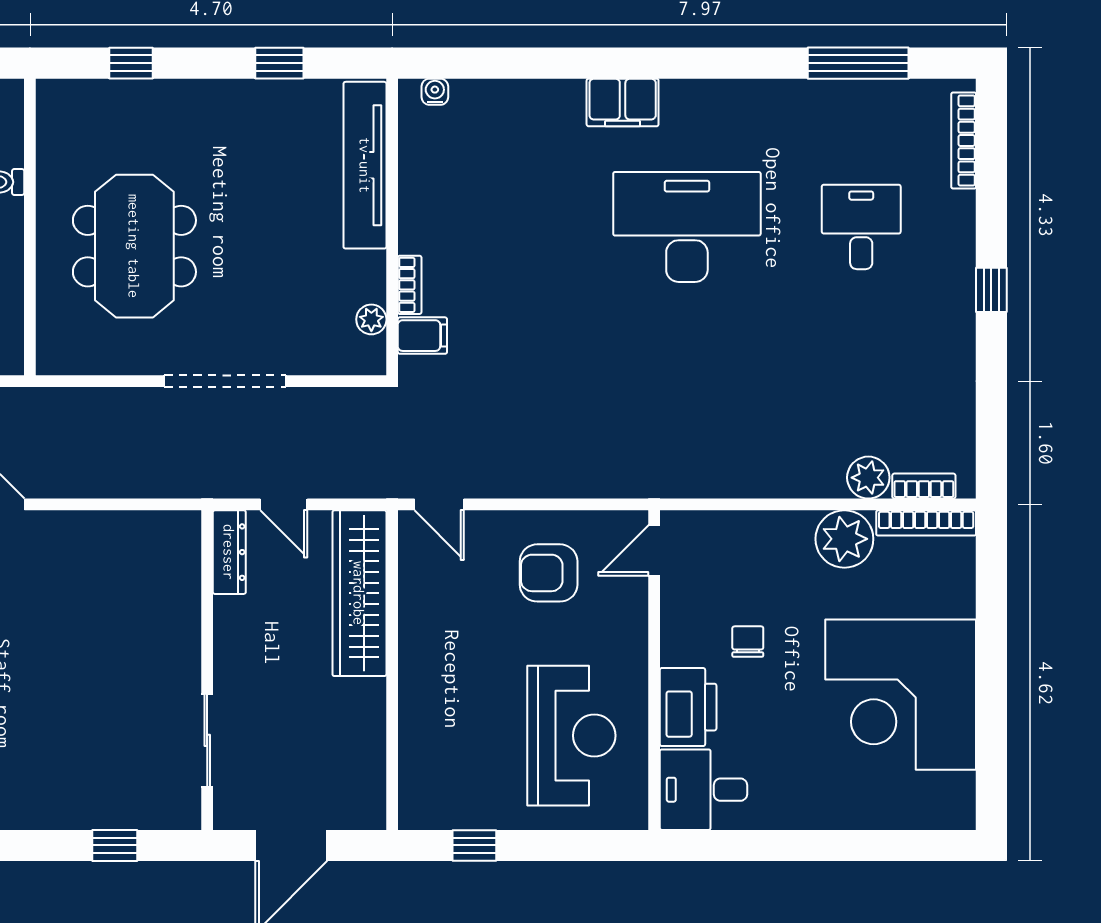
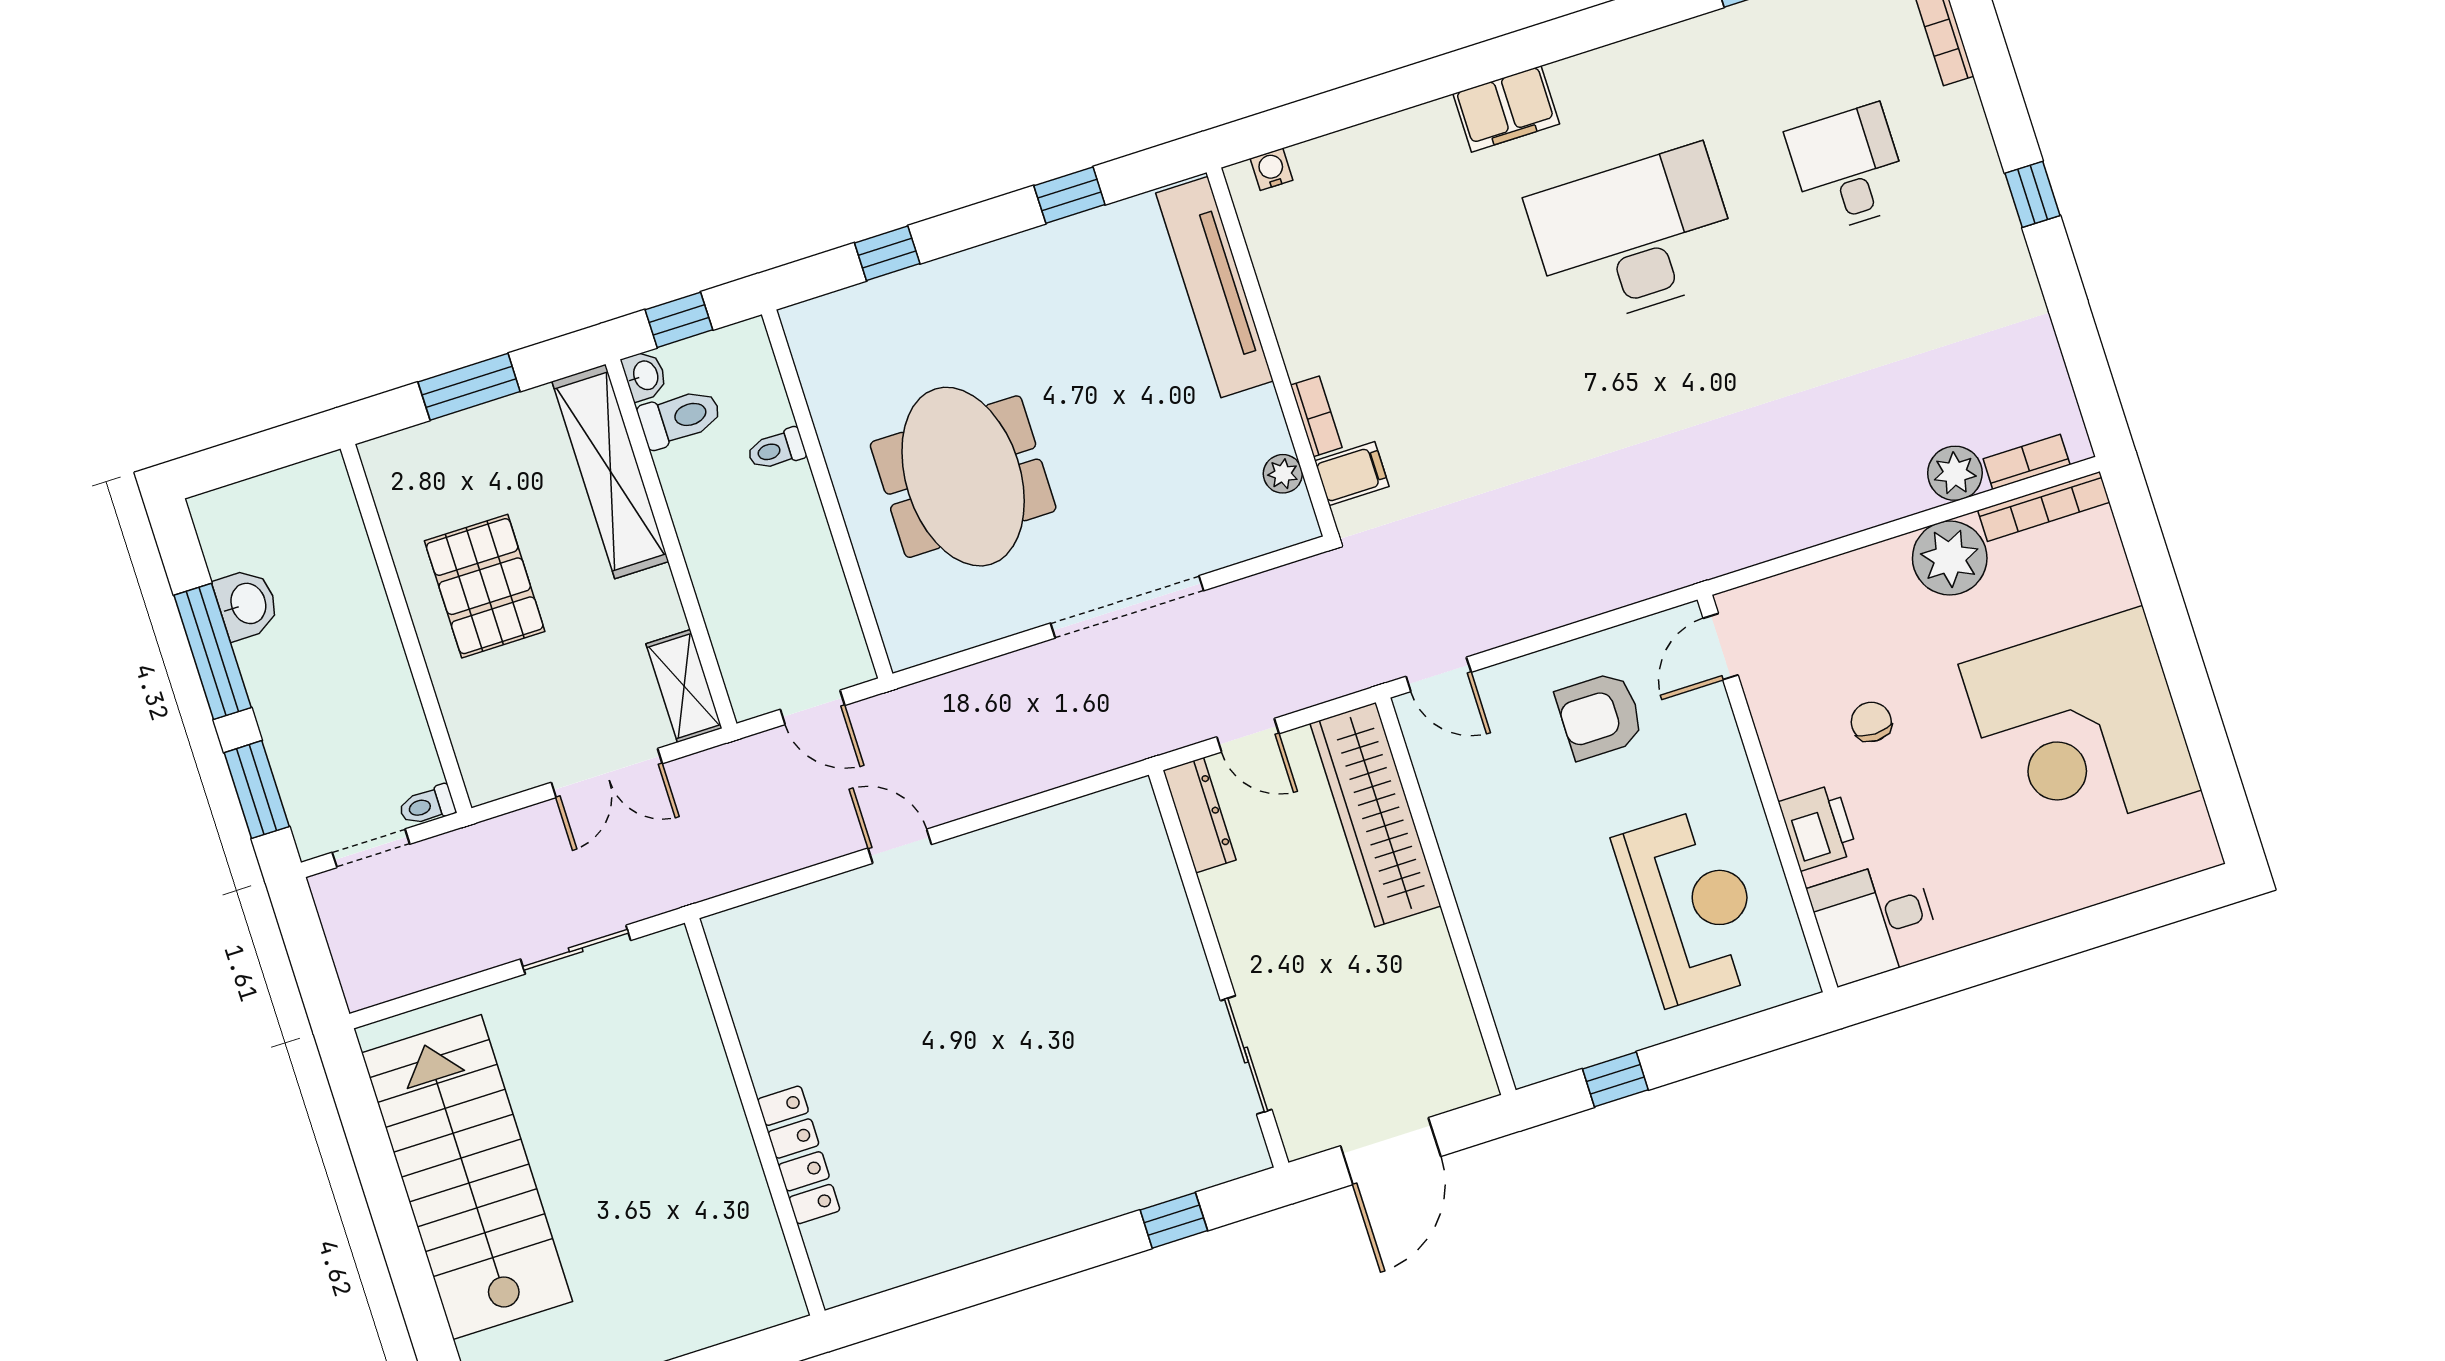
printer: (688, 707) -> (1818, 827), width x0.73, depth x0.84

